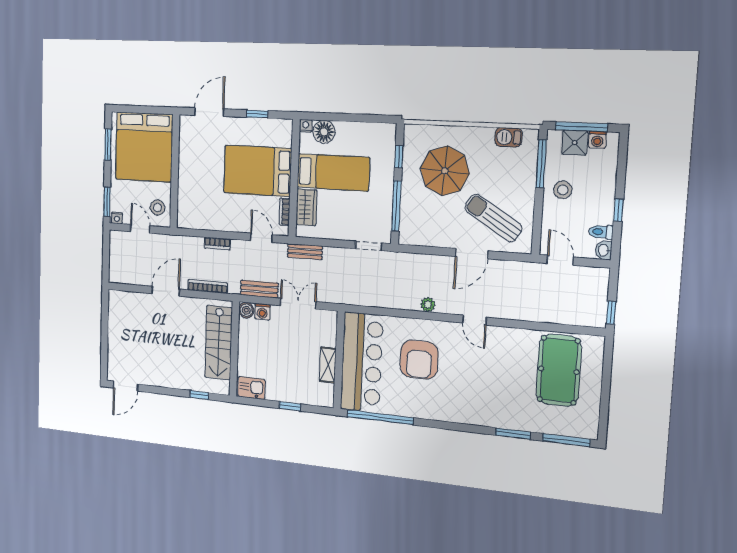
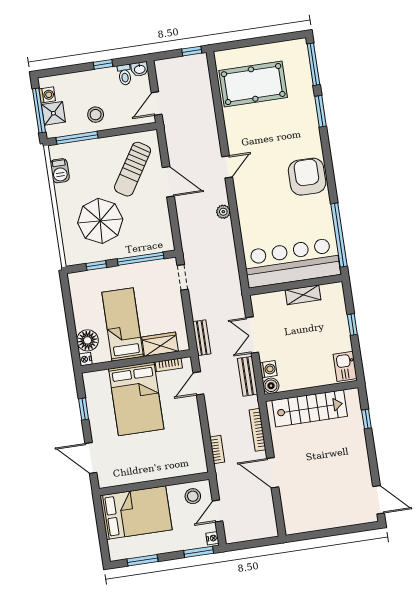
bed: (144, 147) -> (136, 513), width x0.73
bookcase: (217, 244) -> (217, 450), moved
armchair: (419, 360) -> (307, 177), moved, turned -90

